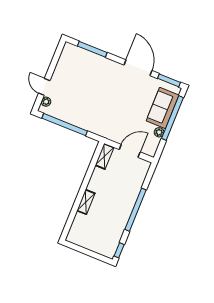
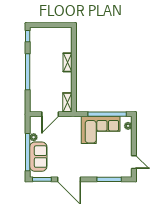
door: (44, 87) -> (134, 162), moved
corner sofa: (79, 110) -> (101, 130), added

